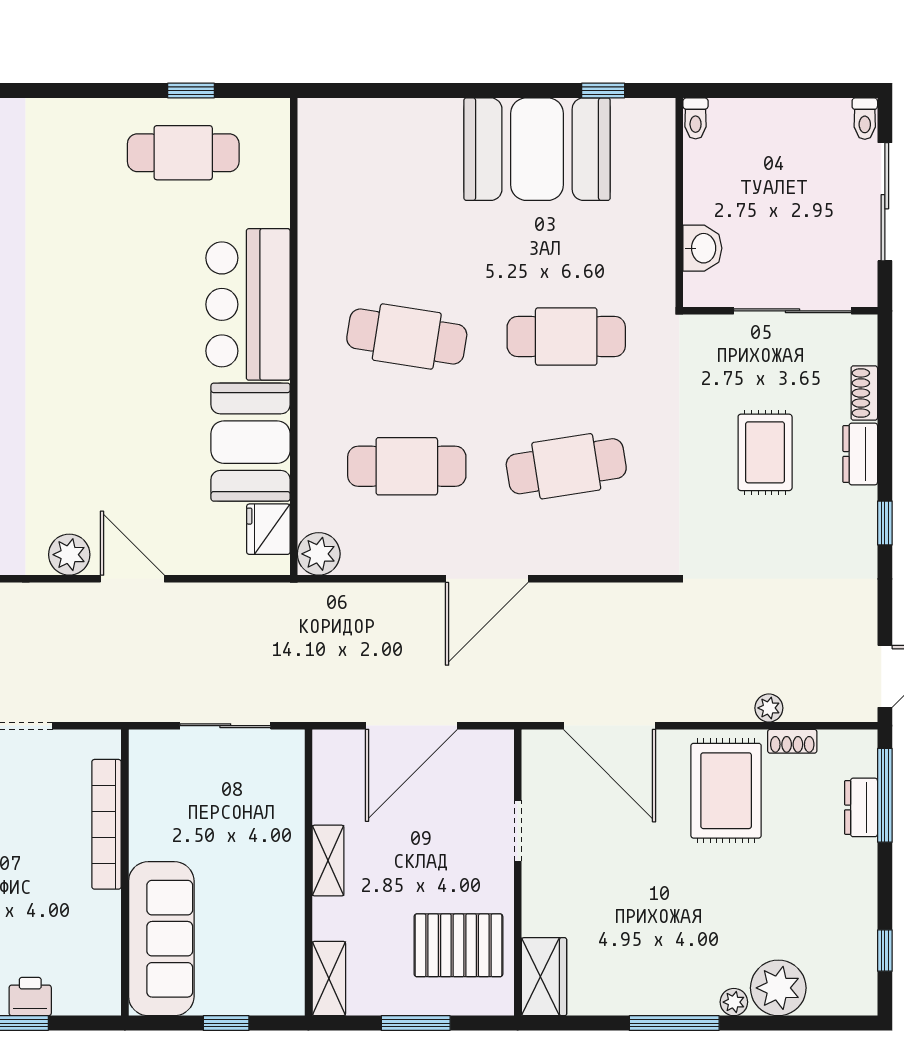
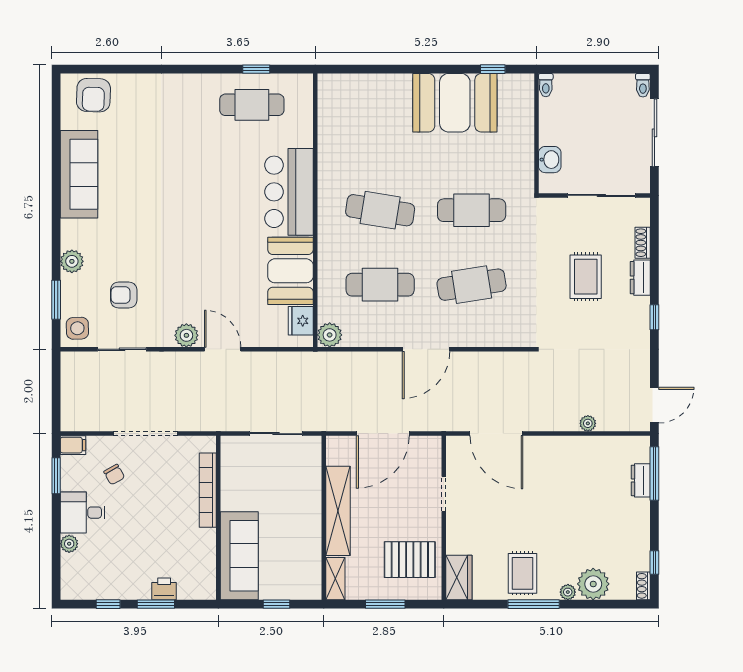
shoe rack: (792, 741) -> (643, 586), moved, turned 90
rug: (726, 791) -> (523, 573), moved, width x0.73, depth x0.70
shelving: (328, 861) -> (338, 511), width x2.20, depth x1.33

